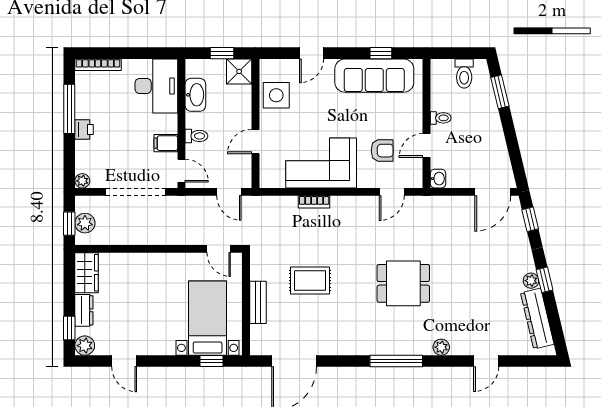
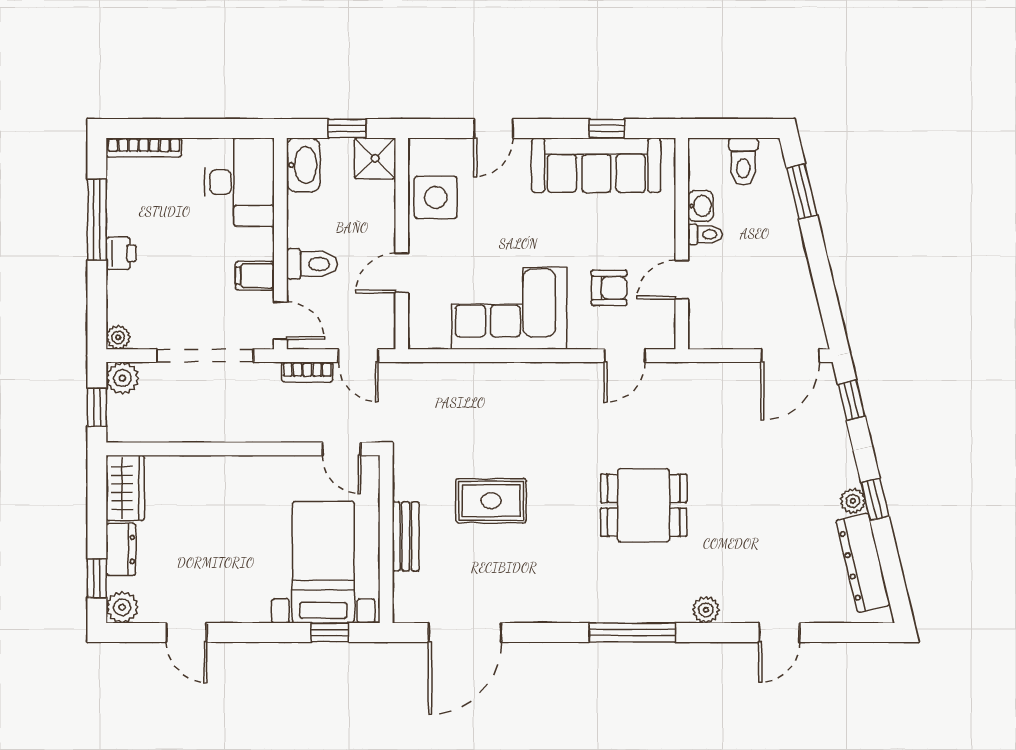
washbasin: (195, 95) -> (303, 165), moved
toilet: (196, 136) -> (312, 264), width x1.37, depth x1.39
washbasin: (438, 179) -> (701, 206), moved
bookcase: (314, 202) -> (307, 372), moved
plant: (85, 223) -> (122, 378), moved

